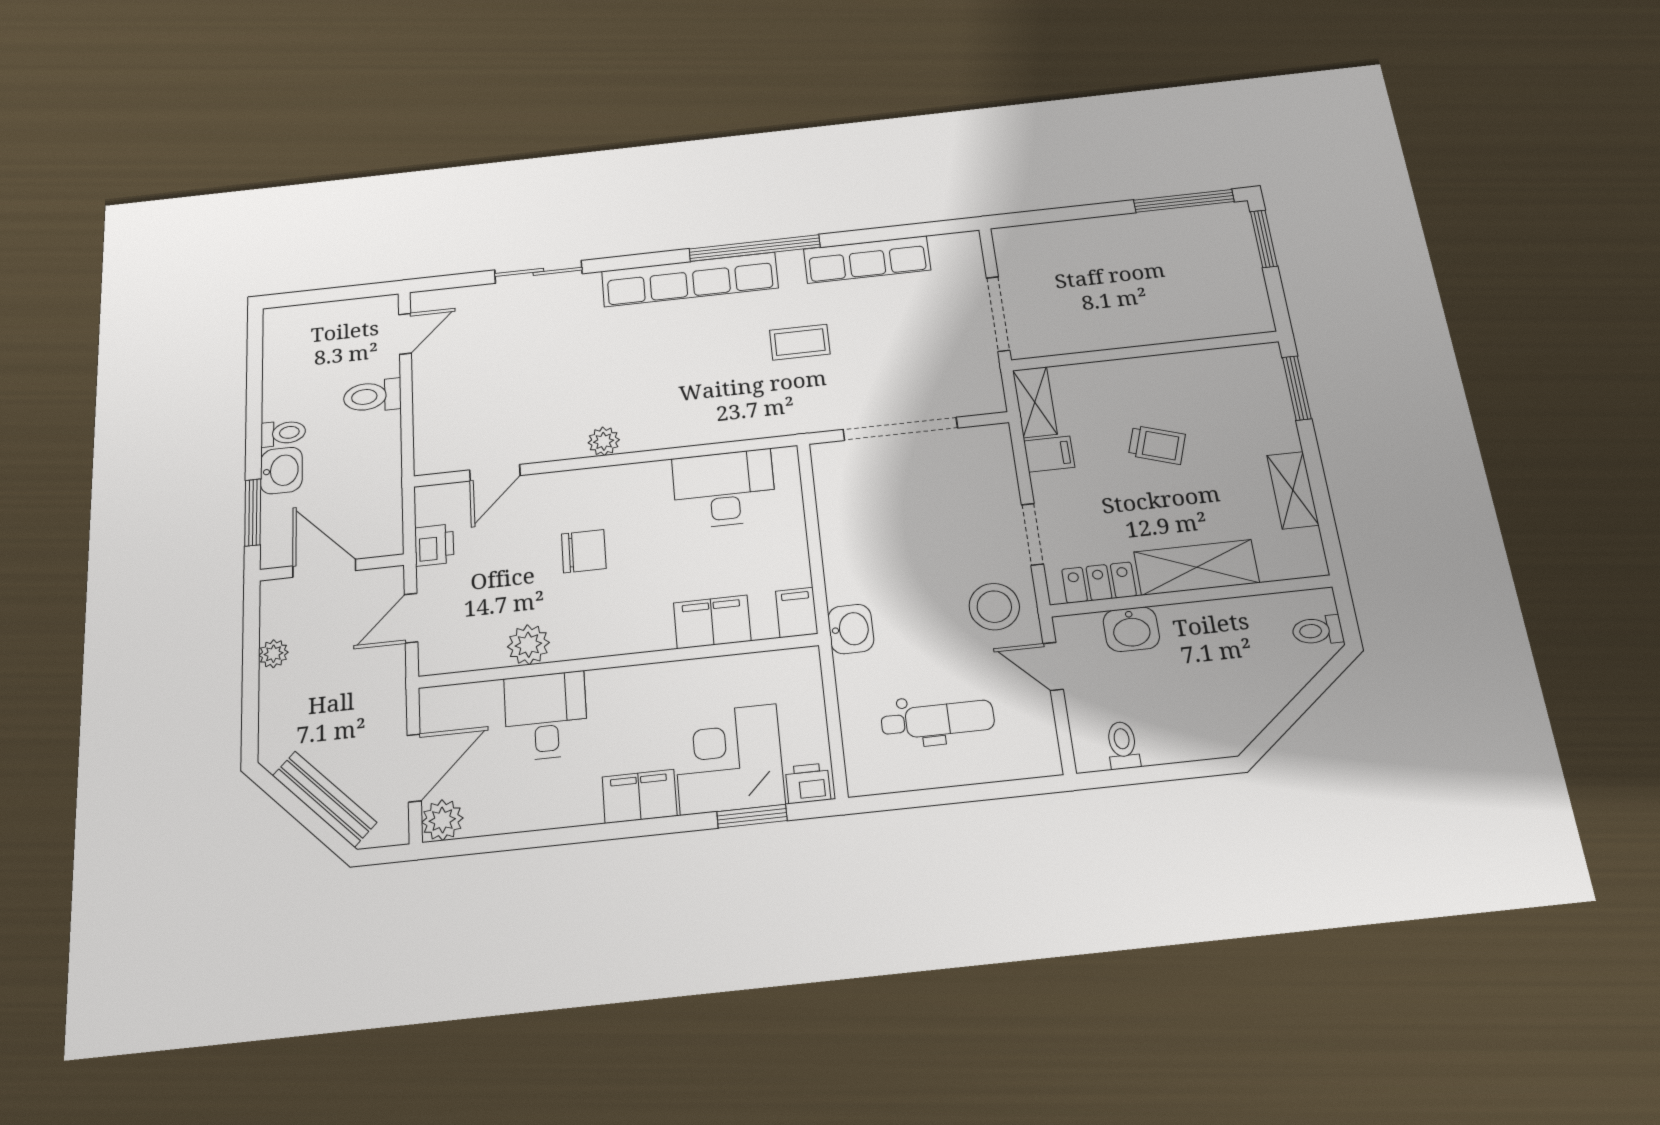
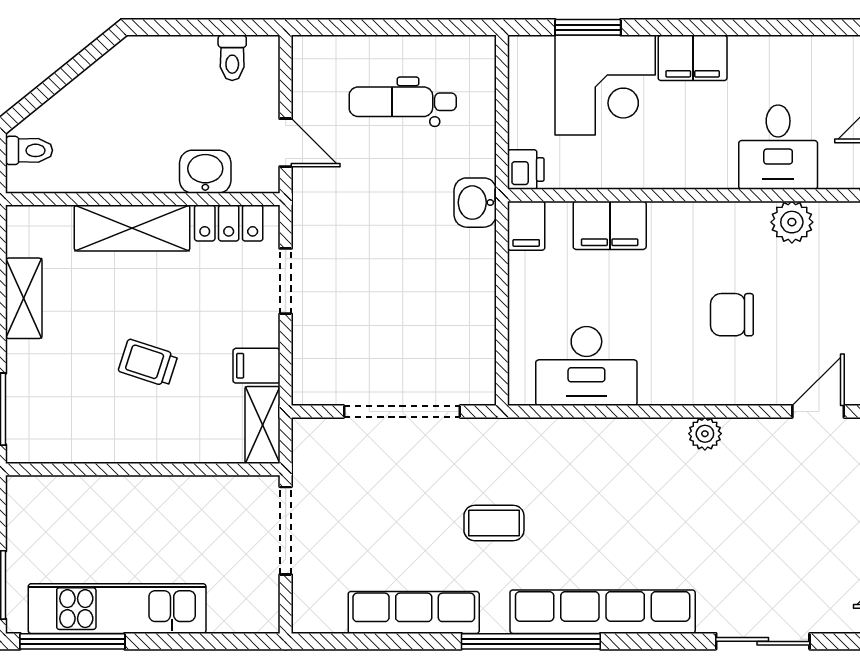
kitchen unit: (1147, 232) -> (117, 609), added
stool: (994, 607) -> (333, 210), removed
printer: (808, 783) -> (526, 170), moved, turned -90

